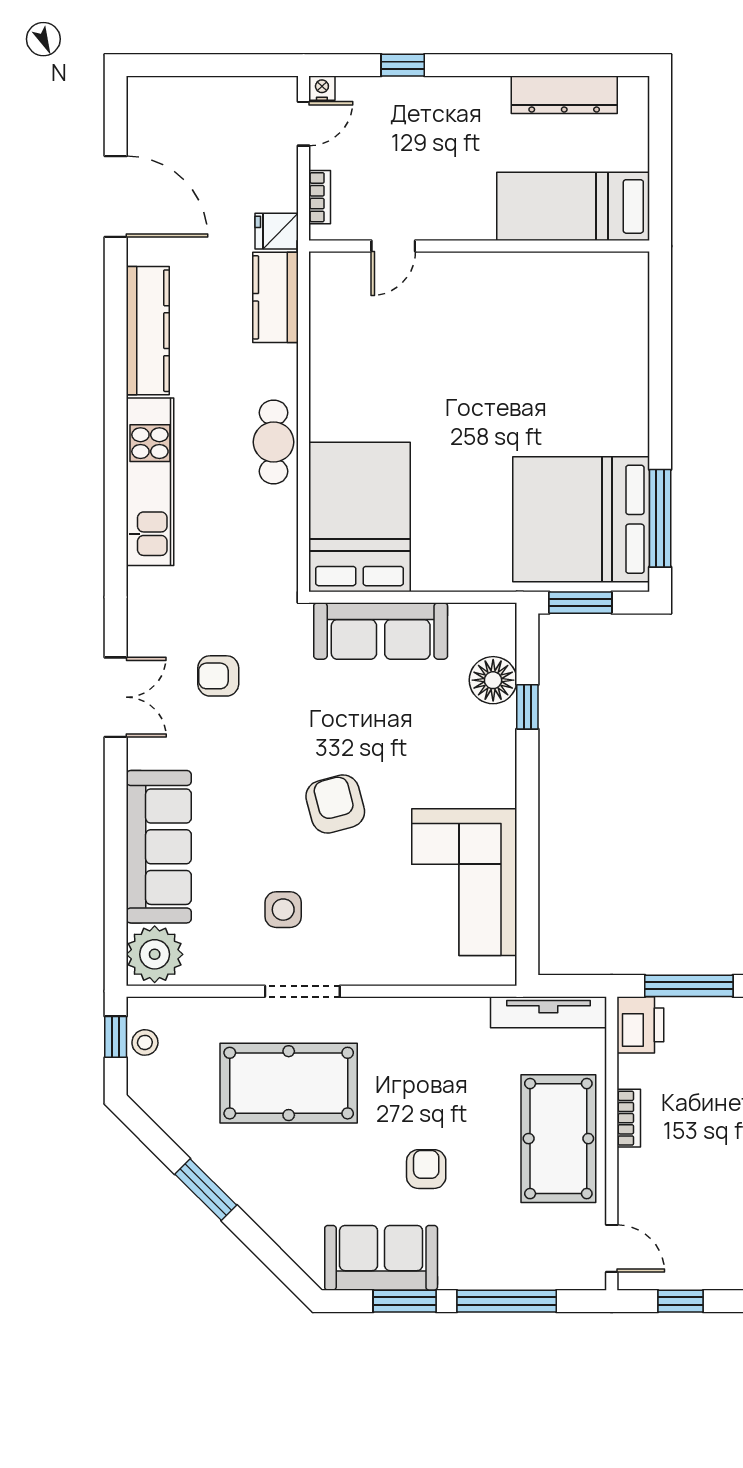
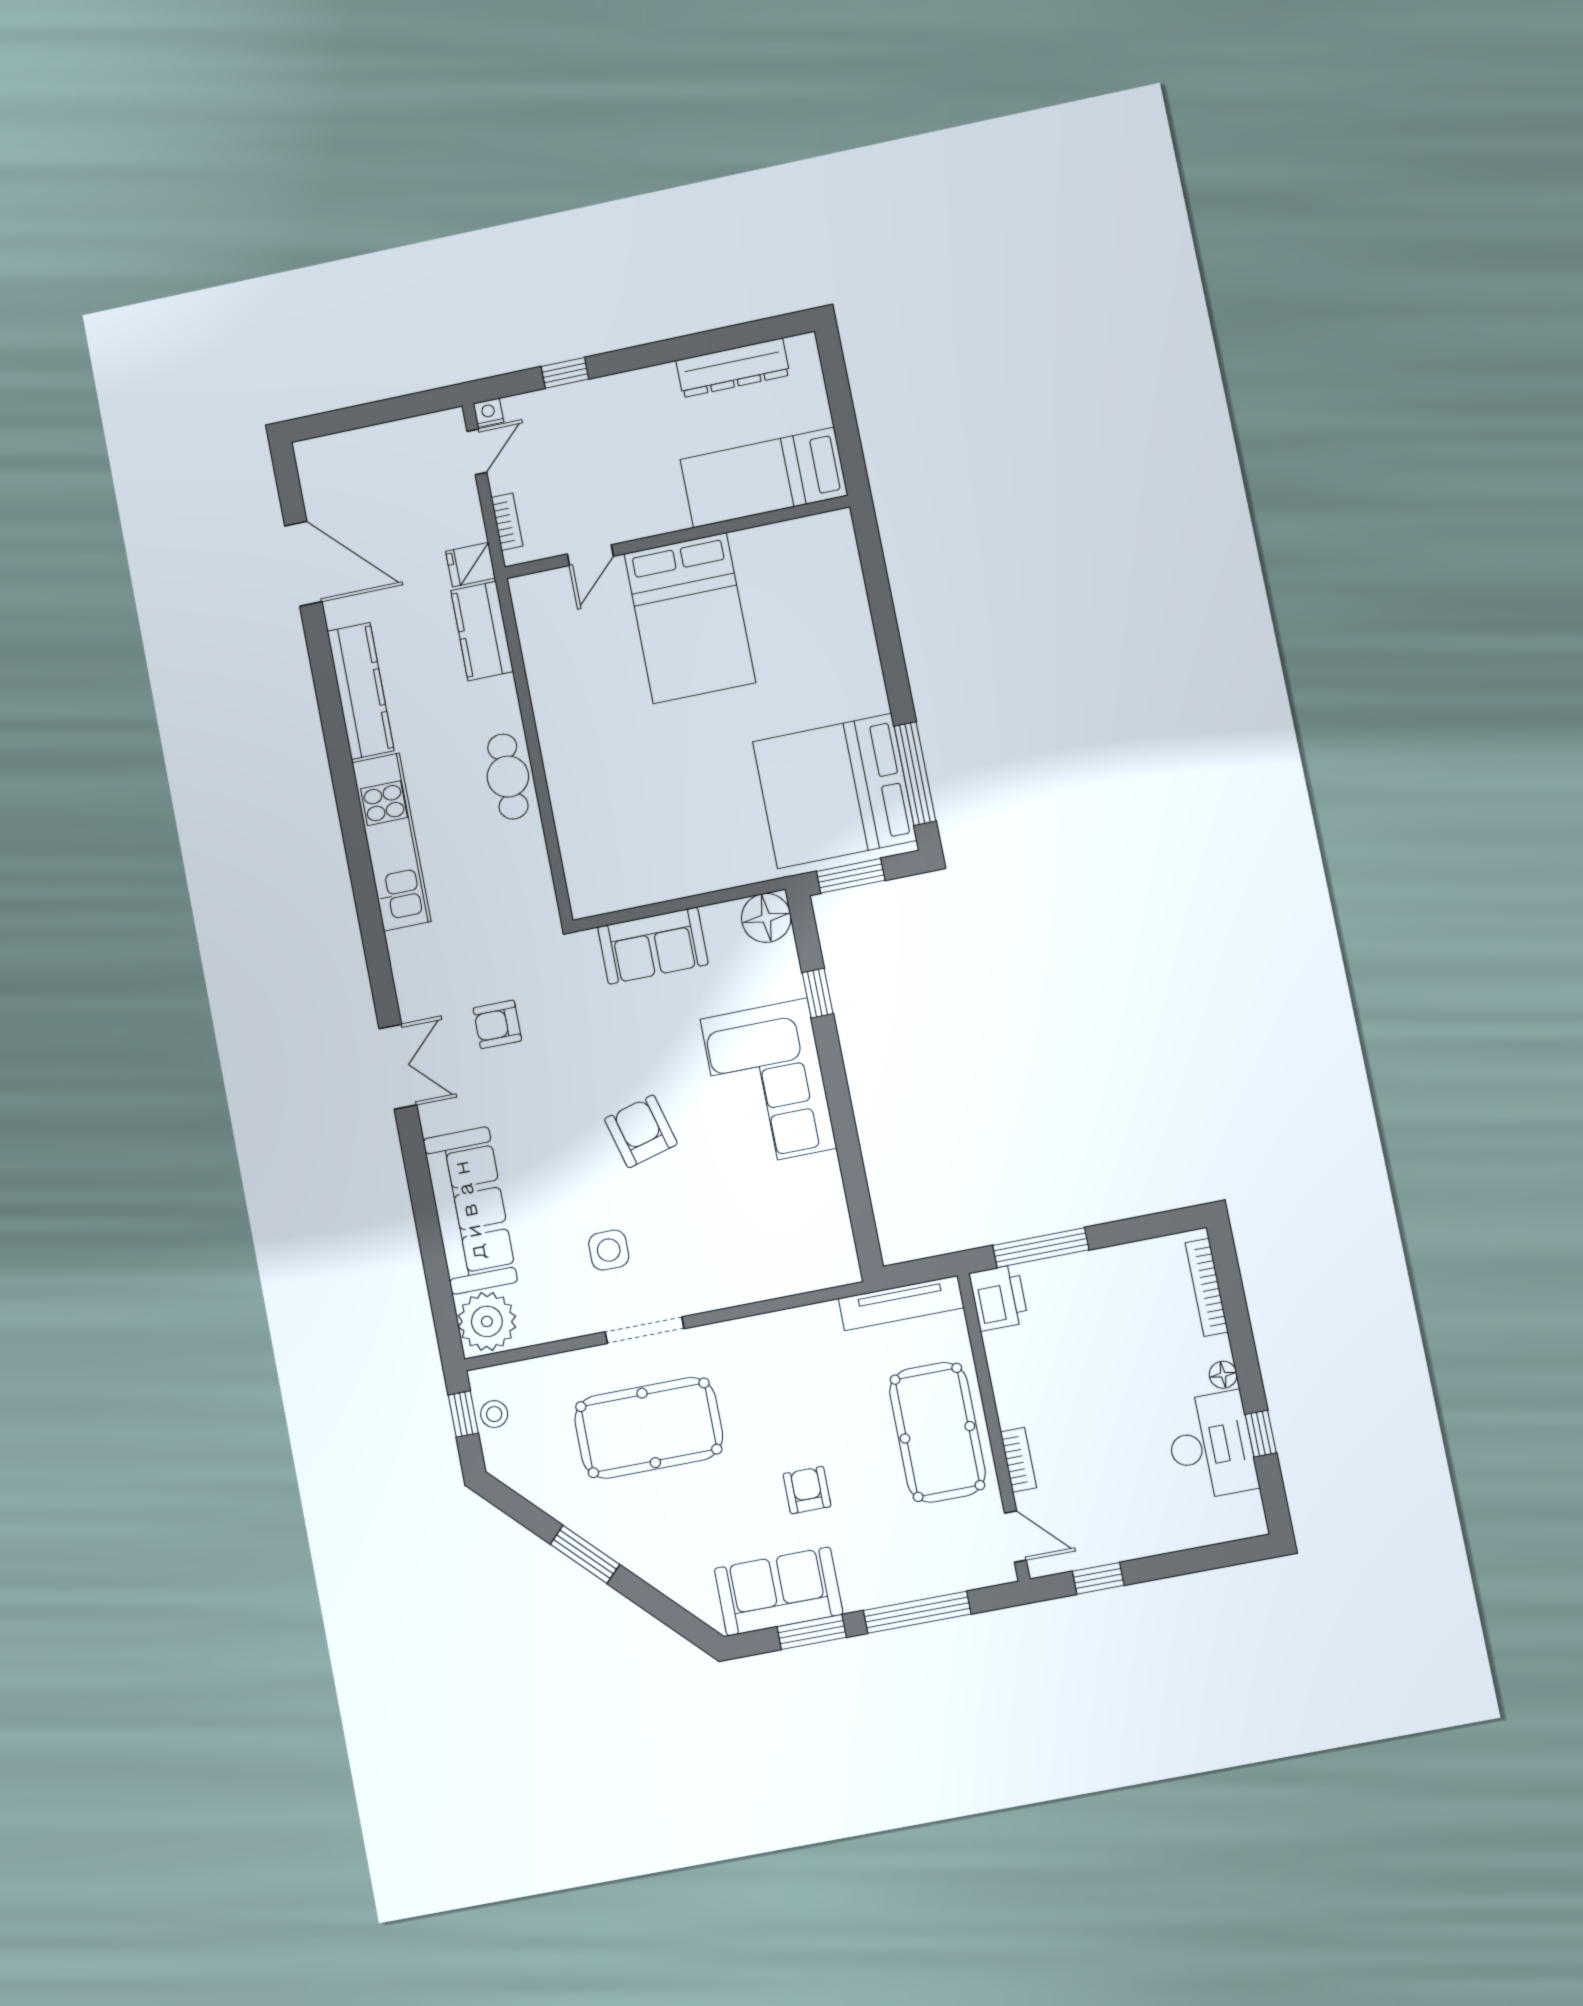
bed: (359, 517) -> (690, 618), moved, turned 180
sofa: (381, 631) -> (653, 946), width x0.73
floor lamp: (493, 680) -> (766, 918), moved
corner sofa: (464, 882) -> (768, 1084), moved
bookcase: (629, 1118) -> (1018, 1460), moved

